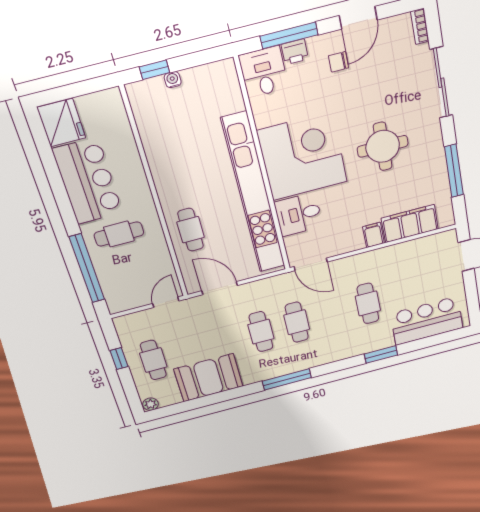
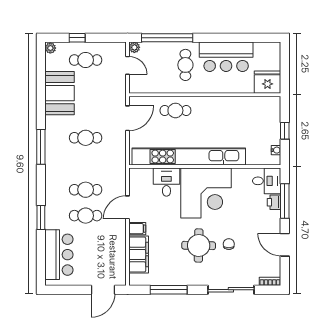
chair: (338, 62) -> (229, 244), moved
window: (154, 70) -> (285, 131), moved
water cooler: (173, 80) -> (276, 150), moved
fridge: (61, 123) -> (267, 82), moved, turned 180
door: (311, 264) -> (128, 207), moved
door: (166, 302) -> (128, 65), moved
plant: (115, 306) -> (134, 47), added
cafe table: (297, 322) -> (86, 190), moved
window: (119, 359) -> (77, 38), moved

